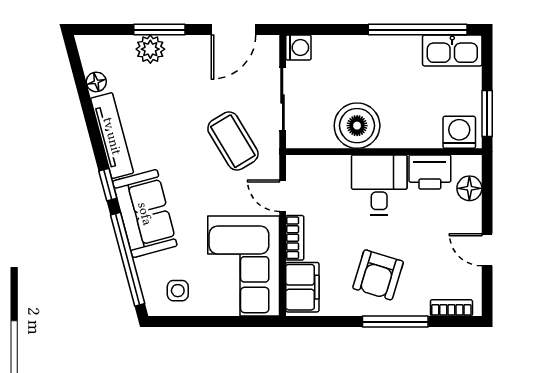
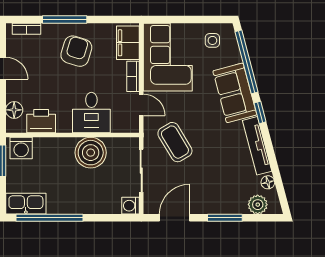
plant: (150, 49) -> (258, 205), moved
desk: (379, 185) -> (91, 112), moved

